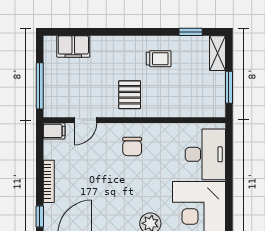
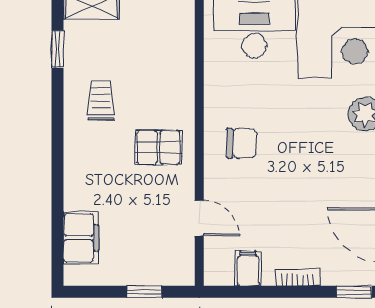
window: (40, 86) -> (144, 292), width x0.46
filing cabinet: (54, 131) -> (248, 269), moved
bookcase: (49, 181) -> (298, 277), width x0.64

